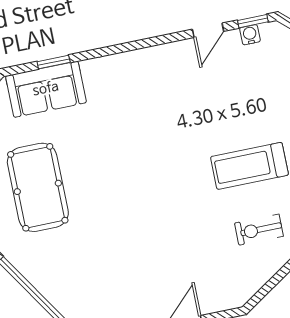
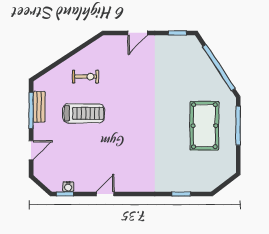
door: (208, 30) -> (105, 194), moved
sofa: (46, 89) -> (189, 180), removed

